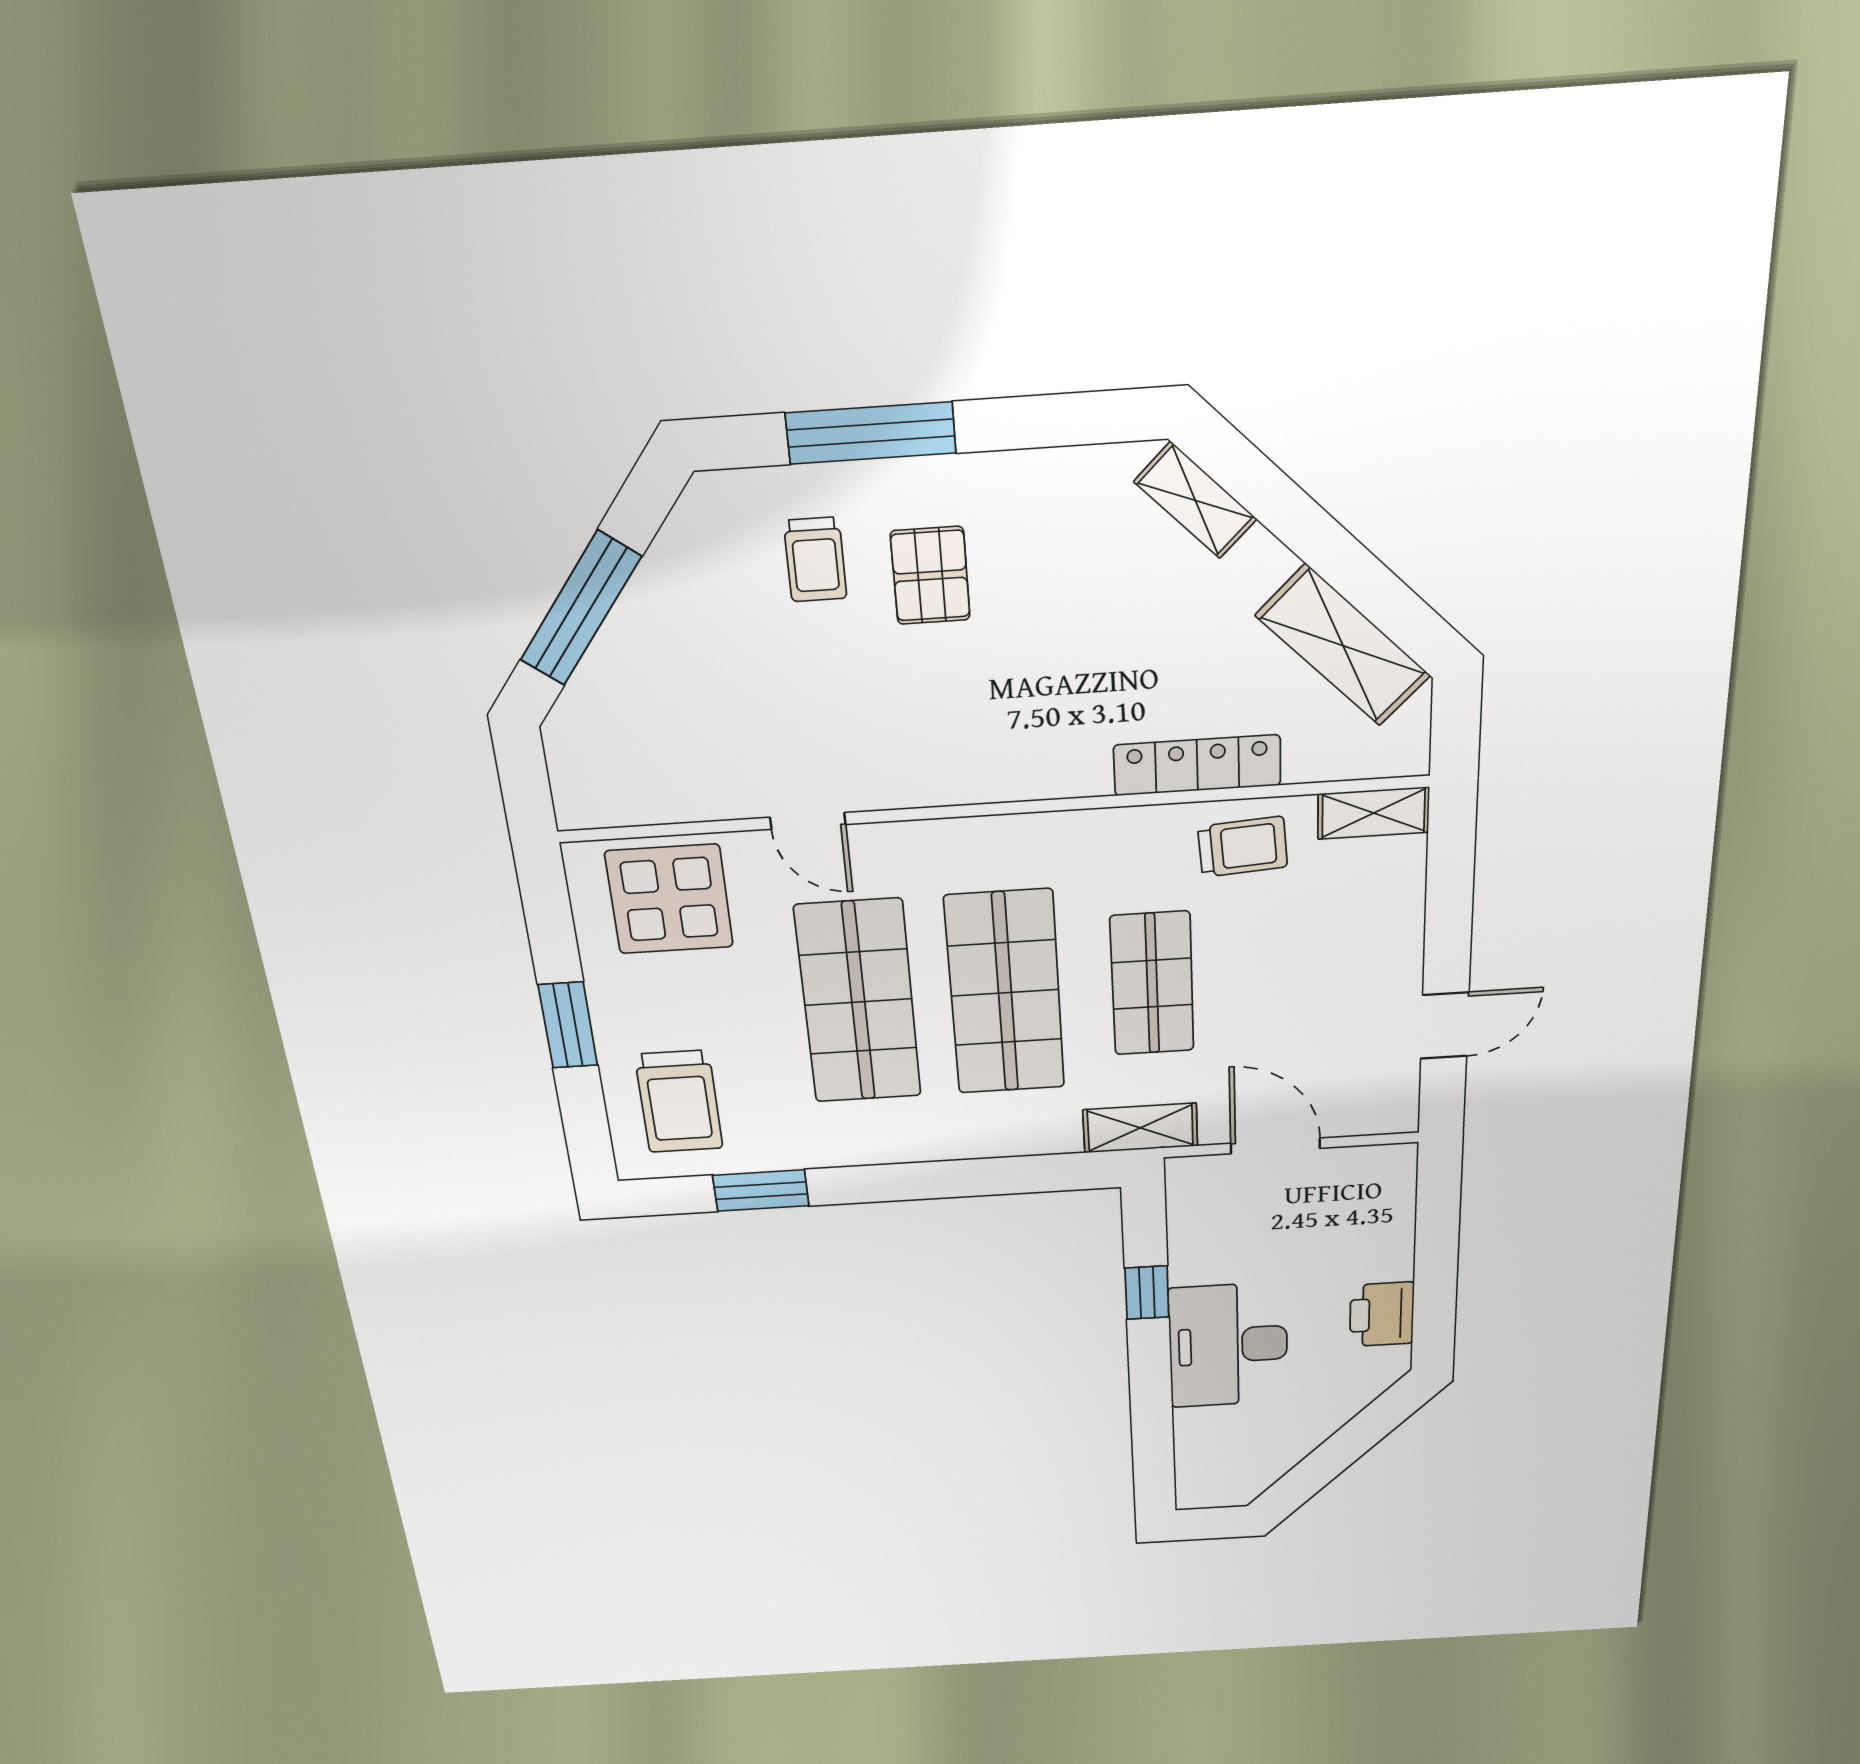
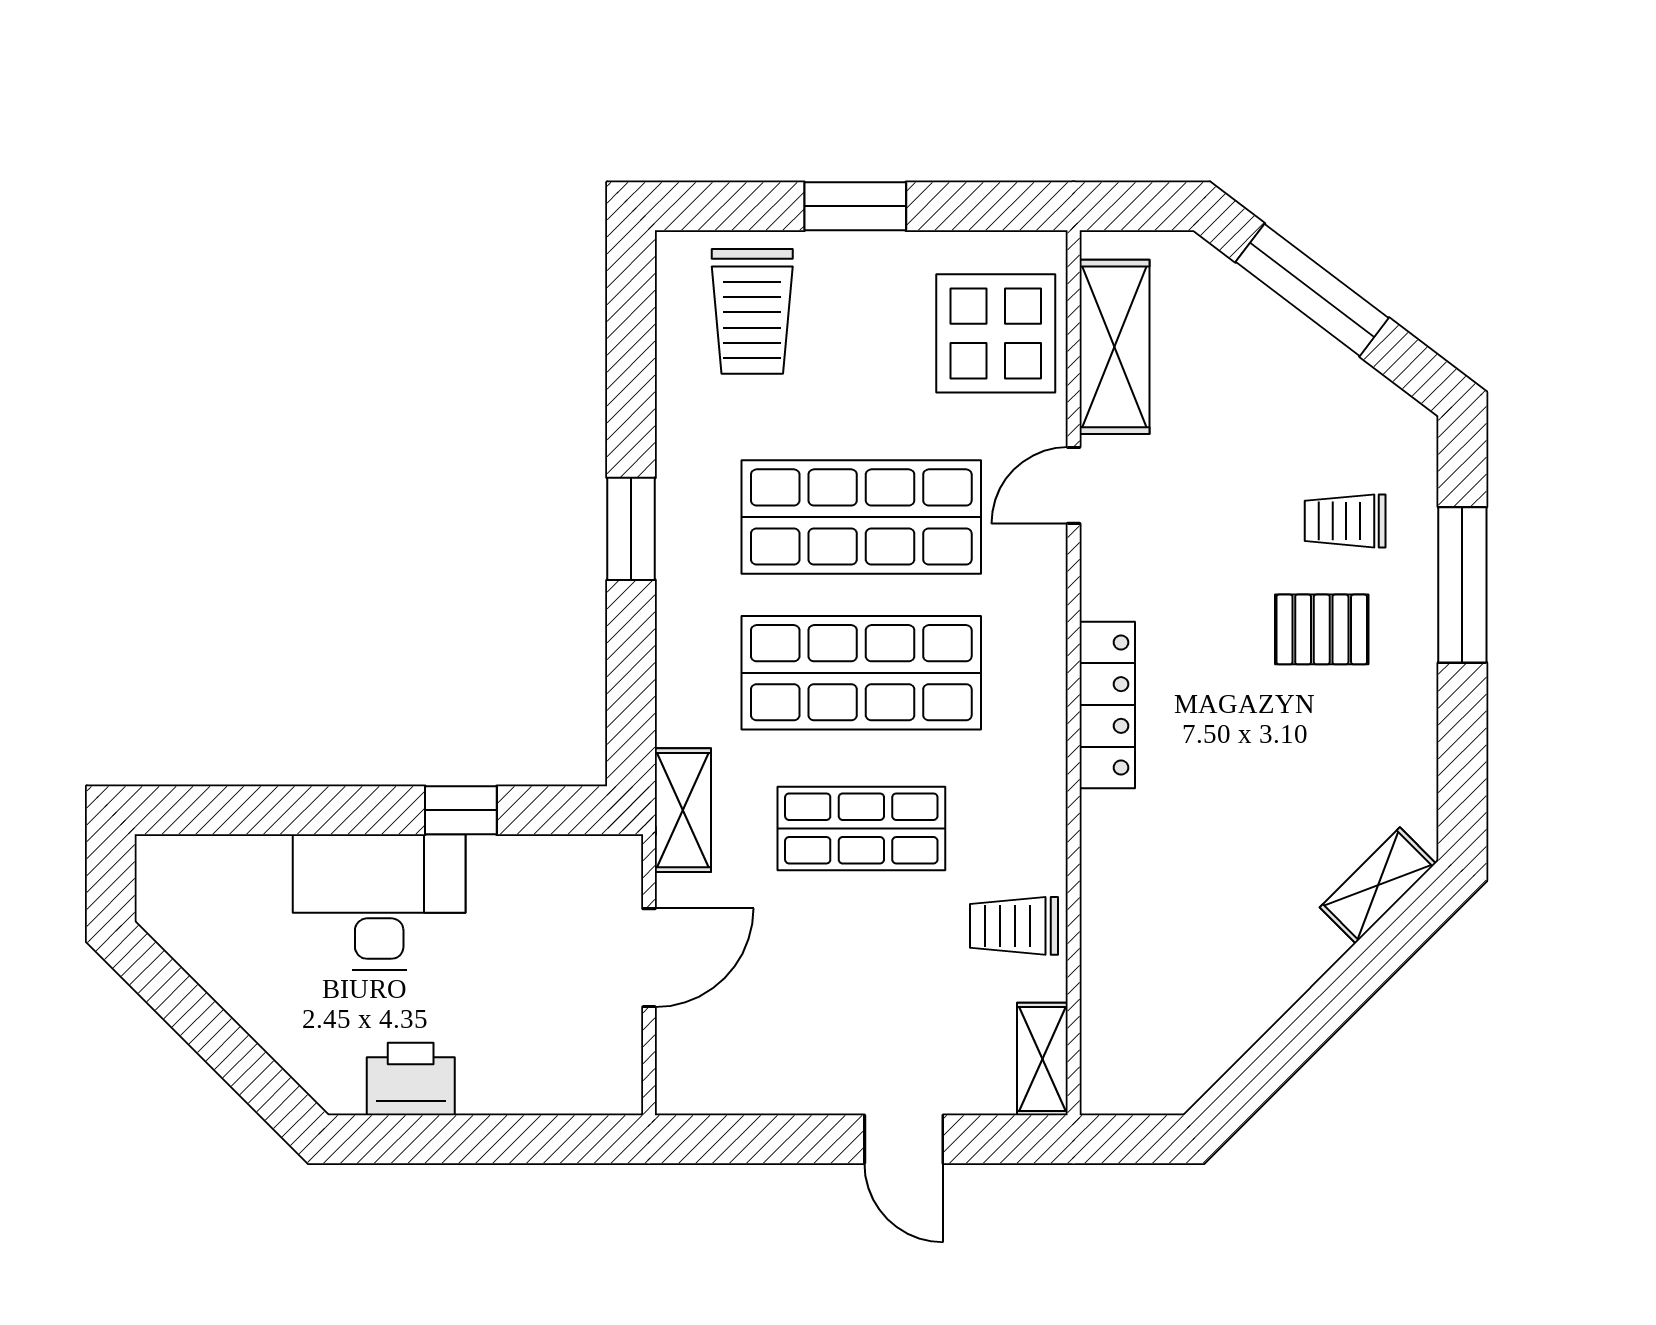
shelving: (1343, 646) -> (1115, 347), moved, turned -45
locker: (1197, 765) -> (1107, 705), moved
trolley: (1243, 847) -> (1014, 926), turned 94
door: (1445, 1026) -> (904, 1139), moved
trolley: (679, 1102) -> (752, 311), turned -90
window: (761, 1191) -> (631, 529), moved

